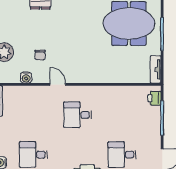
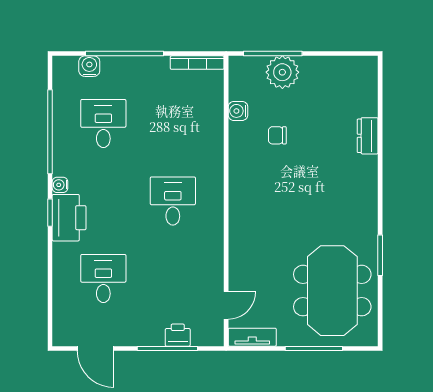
door: (58, 84) -> (226, 305), moved
printer: (154, 98) -> (178, 335), moved

